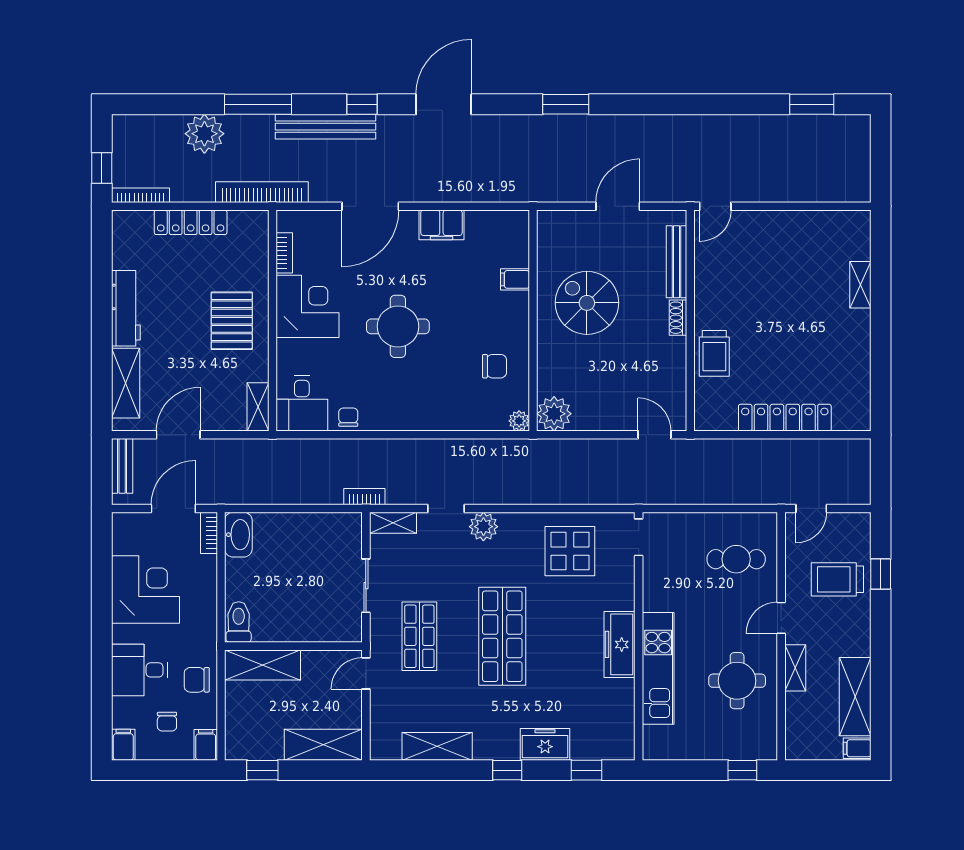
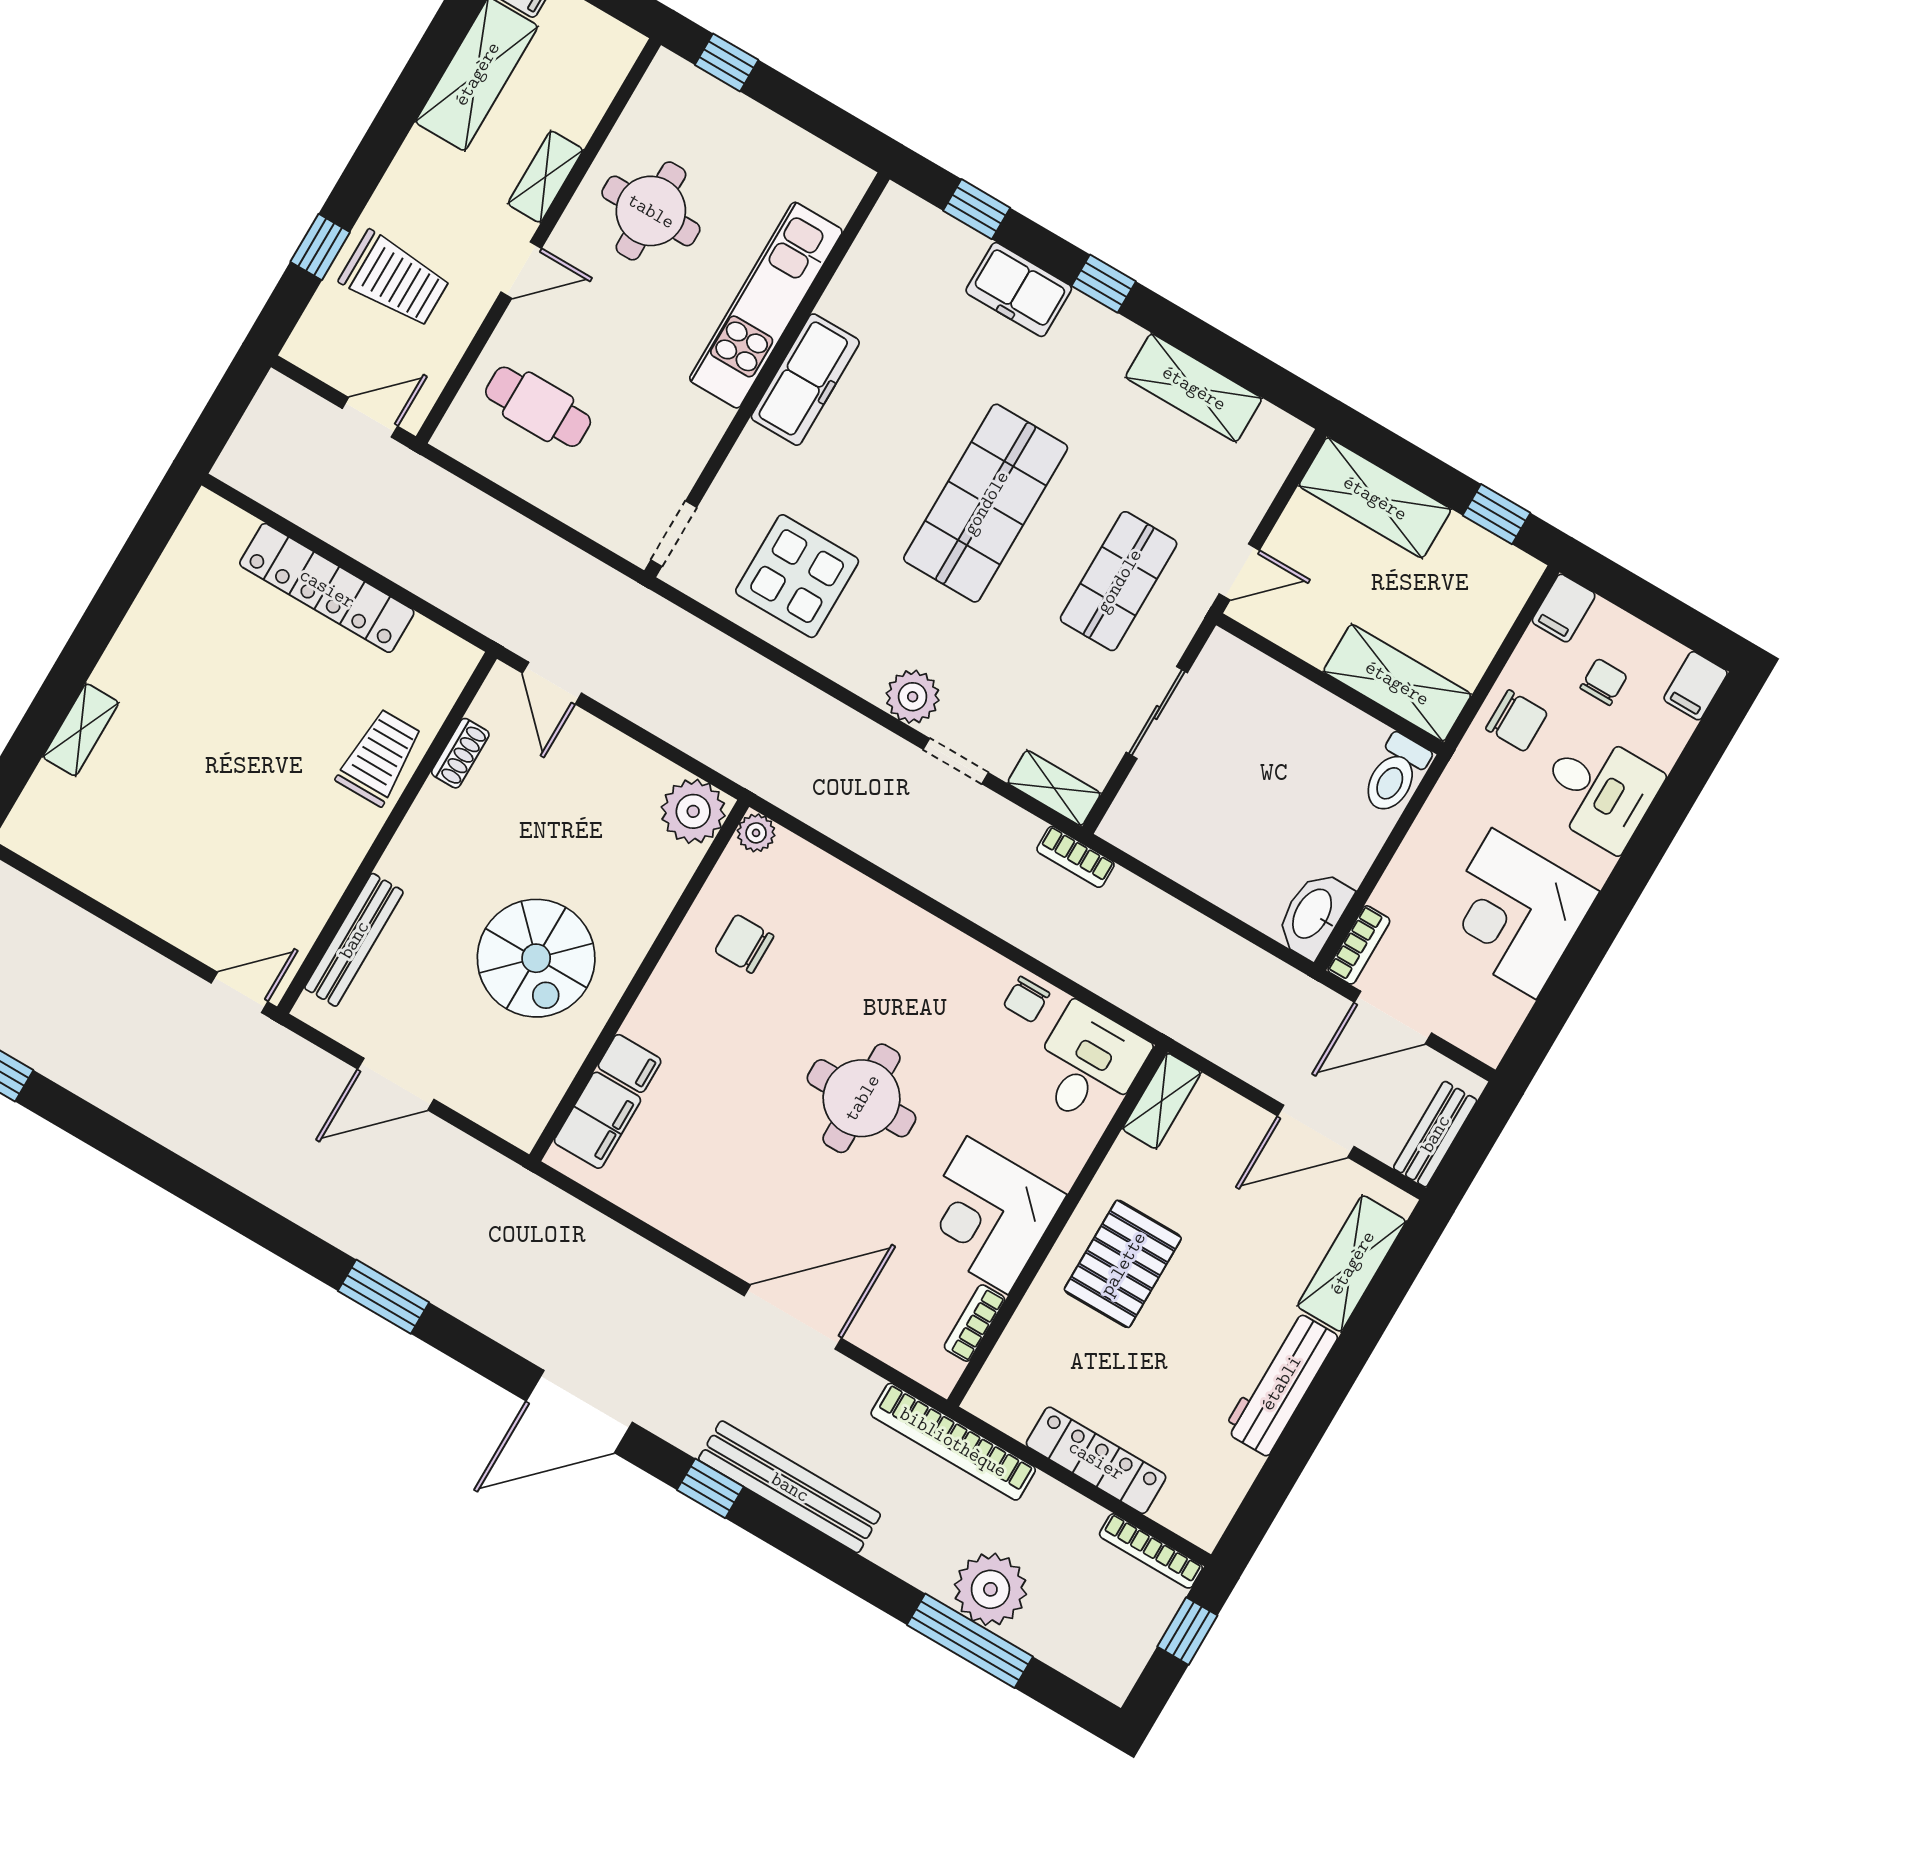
window: (258, 104) -> (970, 1641), moved
filing cabinet: (441, 225) -> (597, 1120), moved, turned 90
shoe rack: (678, 318) -> (460, 753), moved

